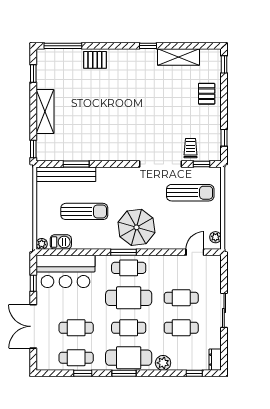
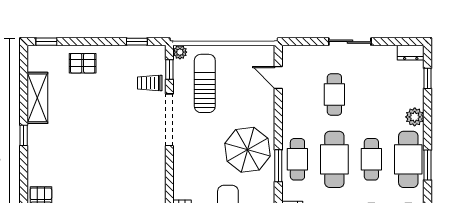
plant: (215, 237) -> (180, 52), moved
cafe table: (181, 328) -> (371, 95), removed

